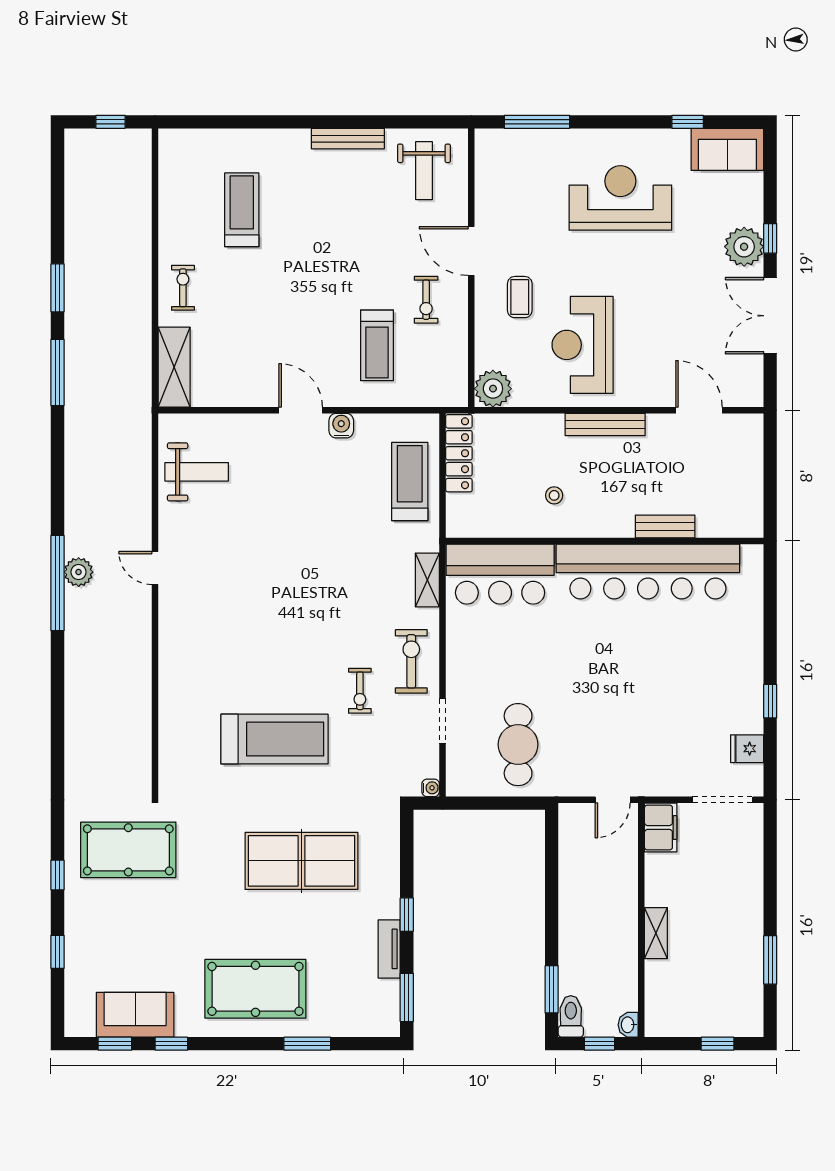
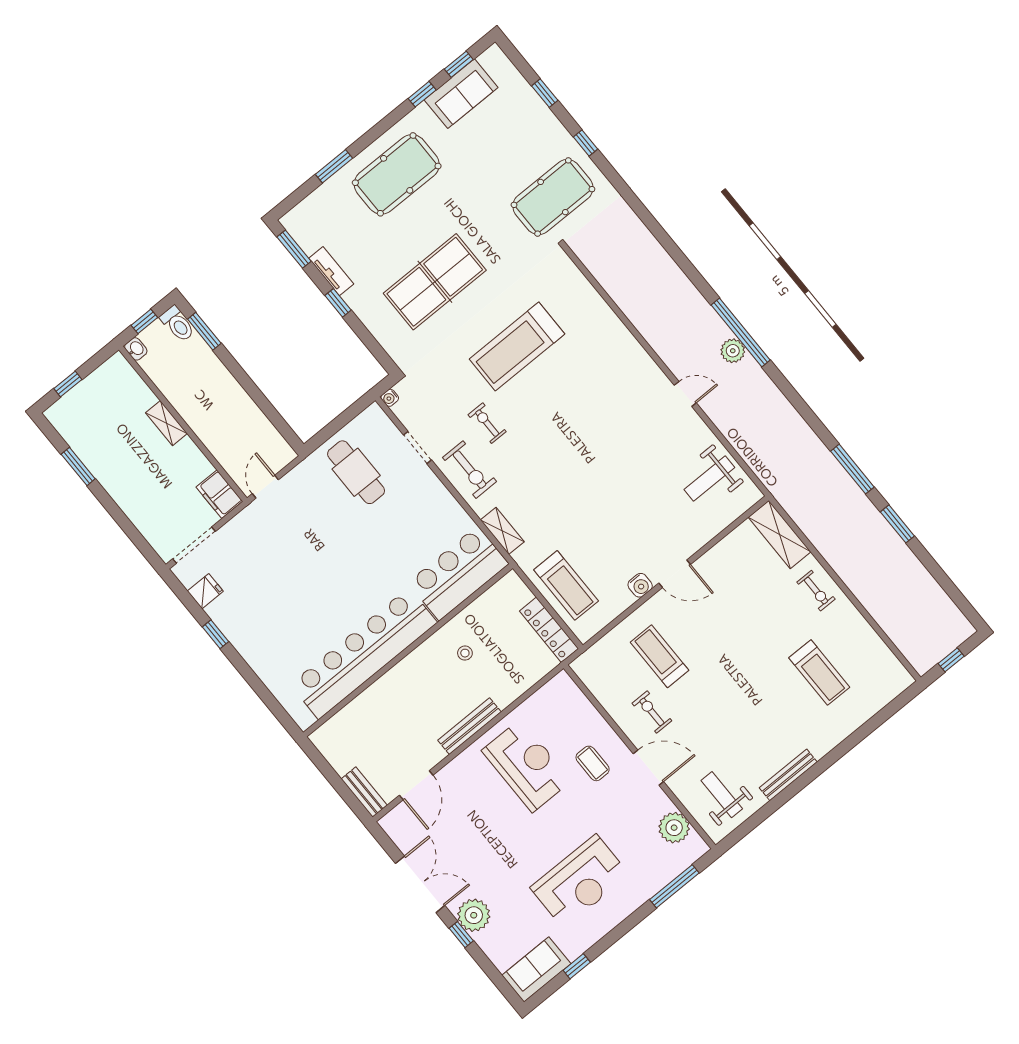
plant: (493, 389) -> (674, 828), moved
door: (699, 410) -> (416, 785), hinge flipped
bench: (665, 526) -> (364, 792), moved, turned 90

